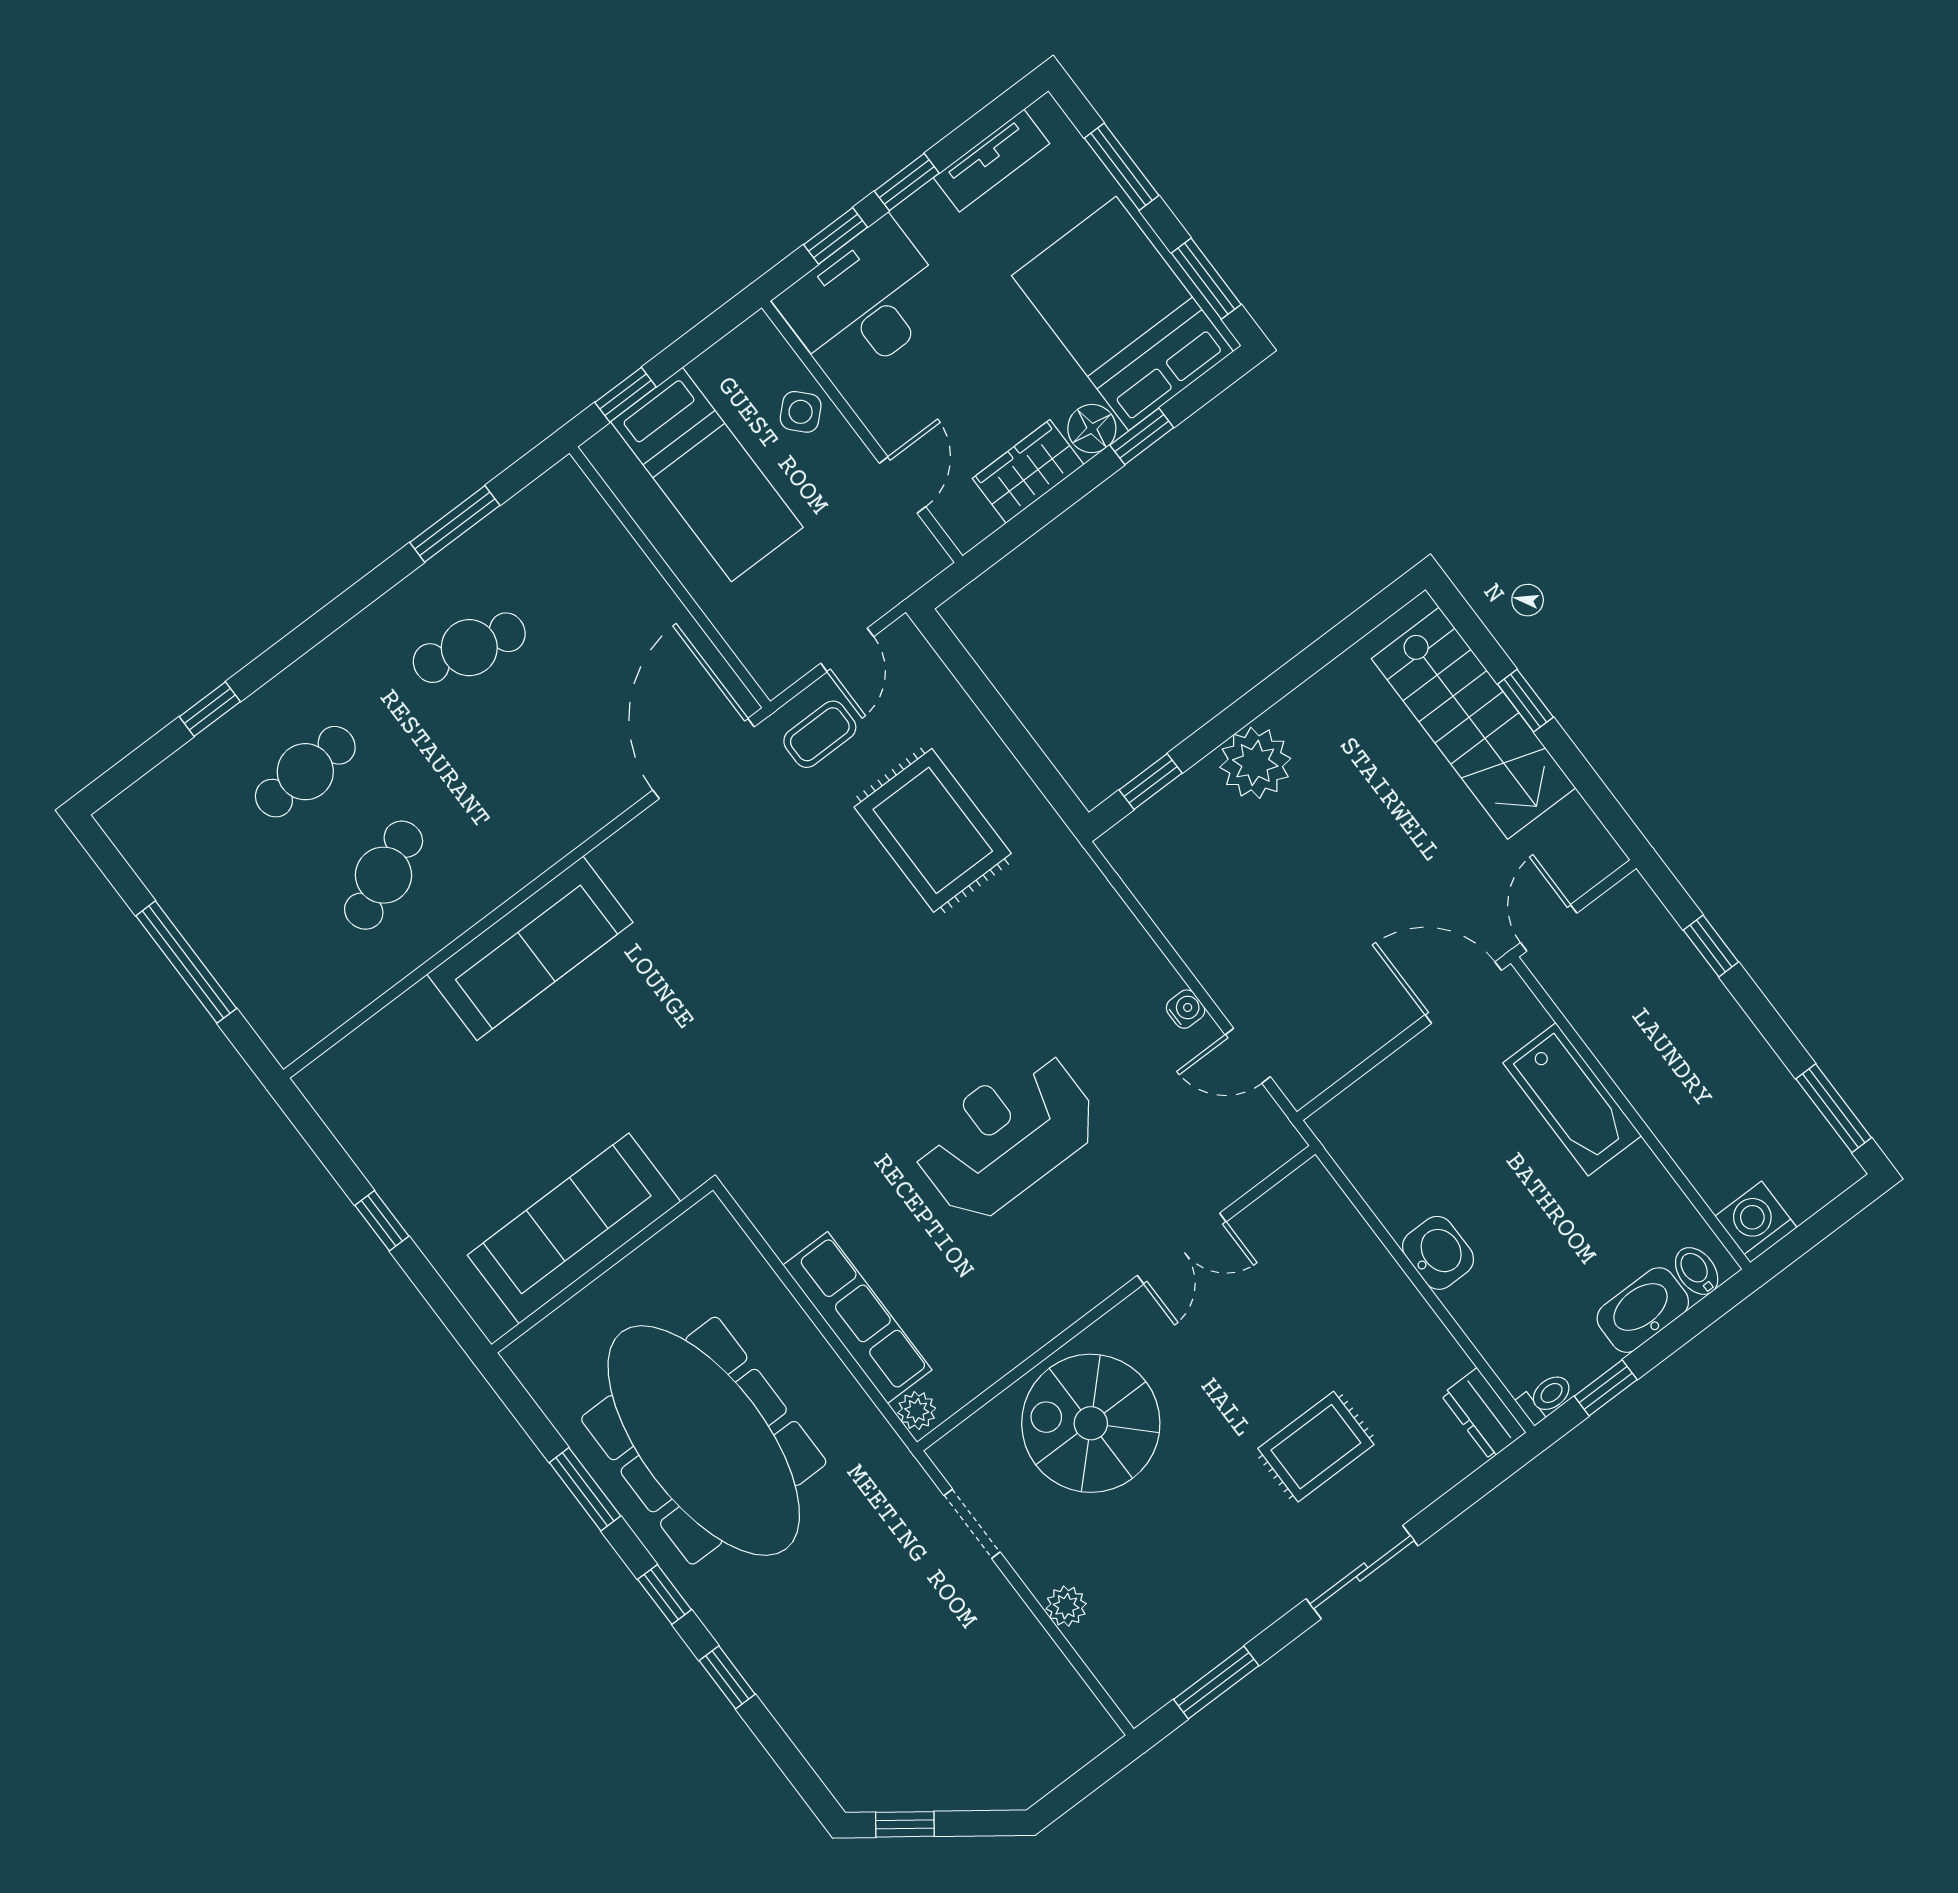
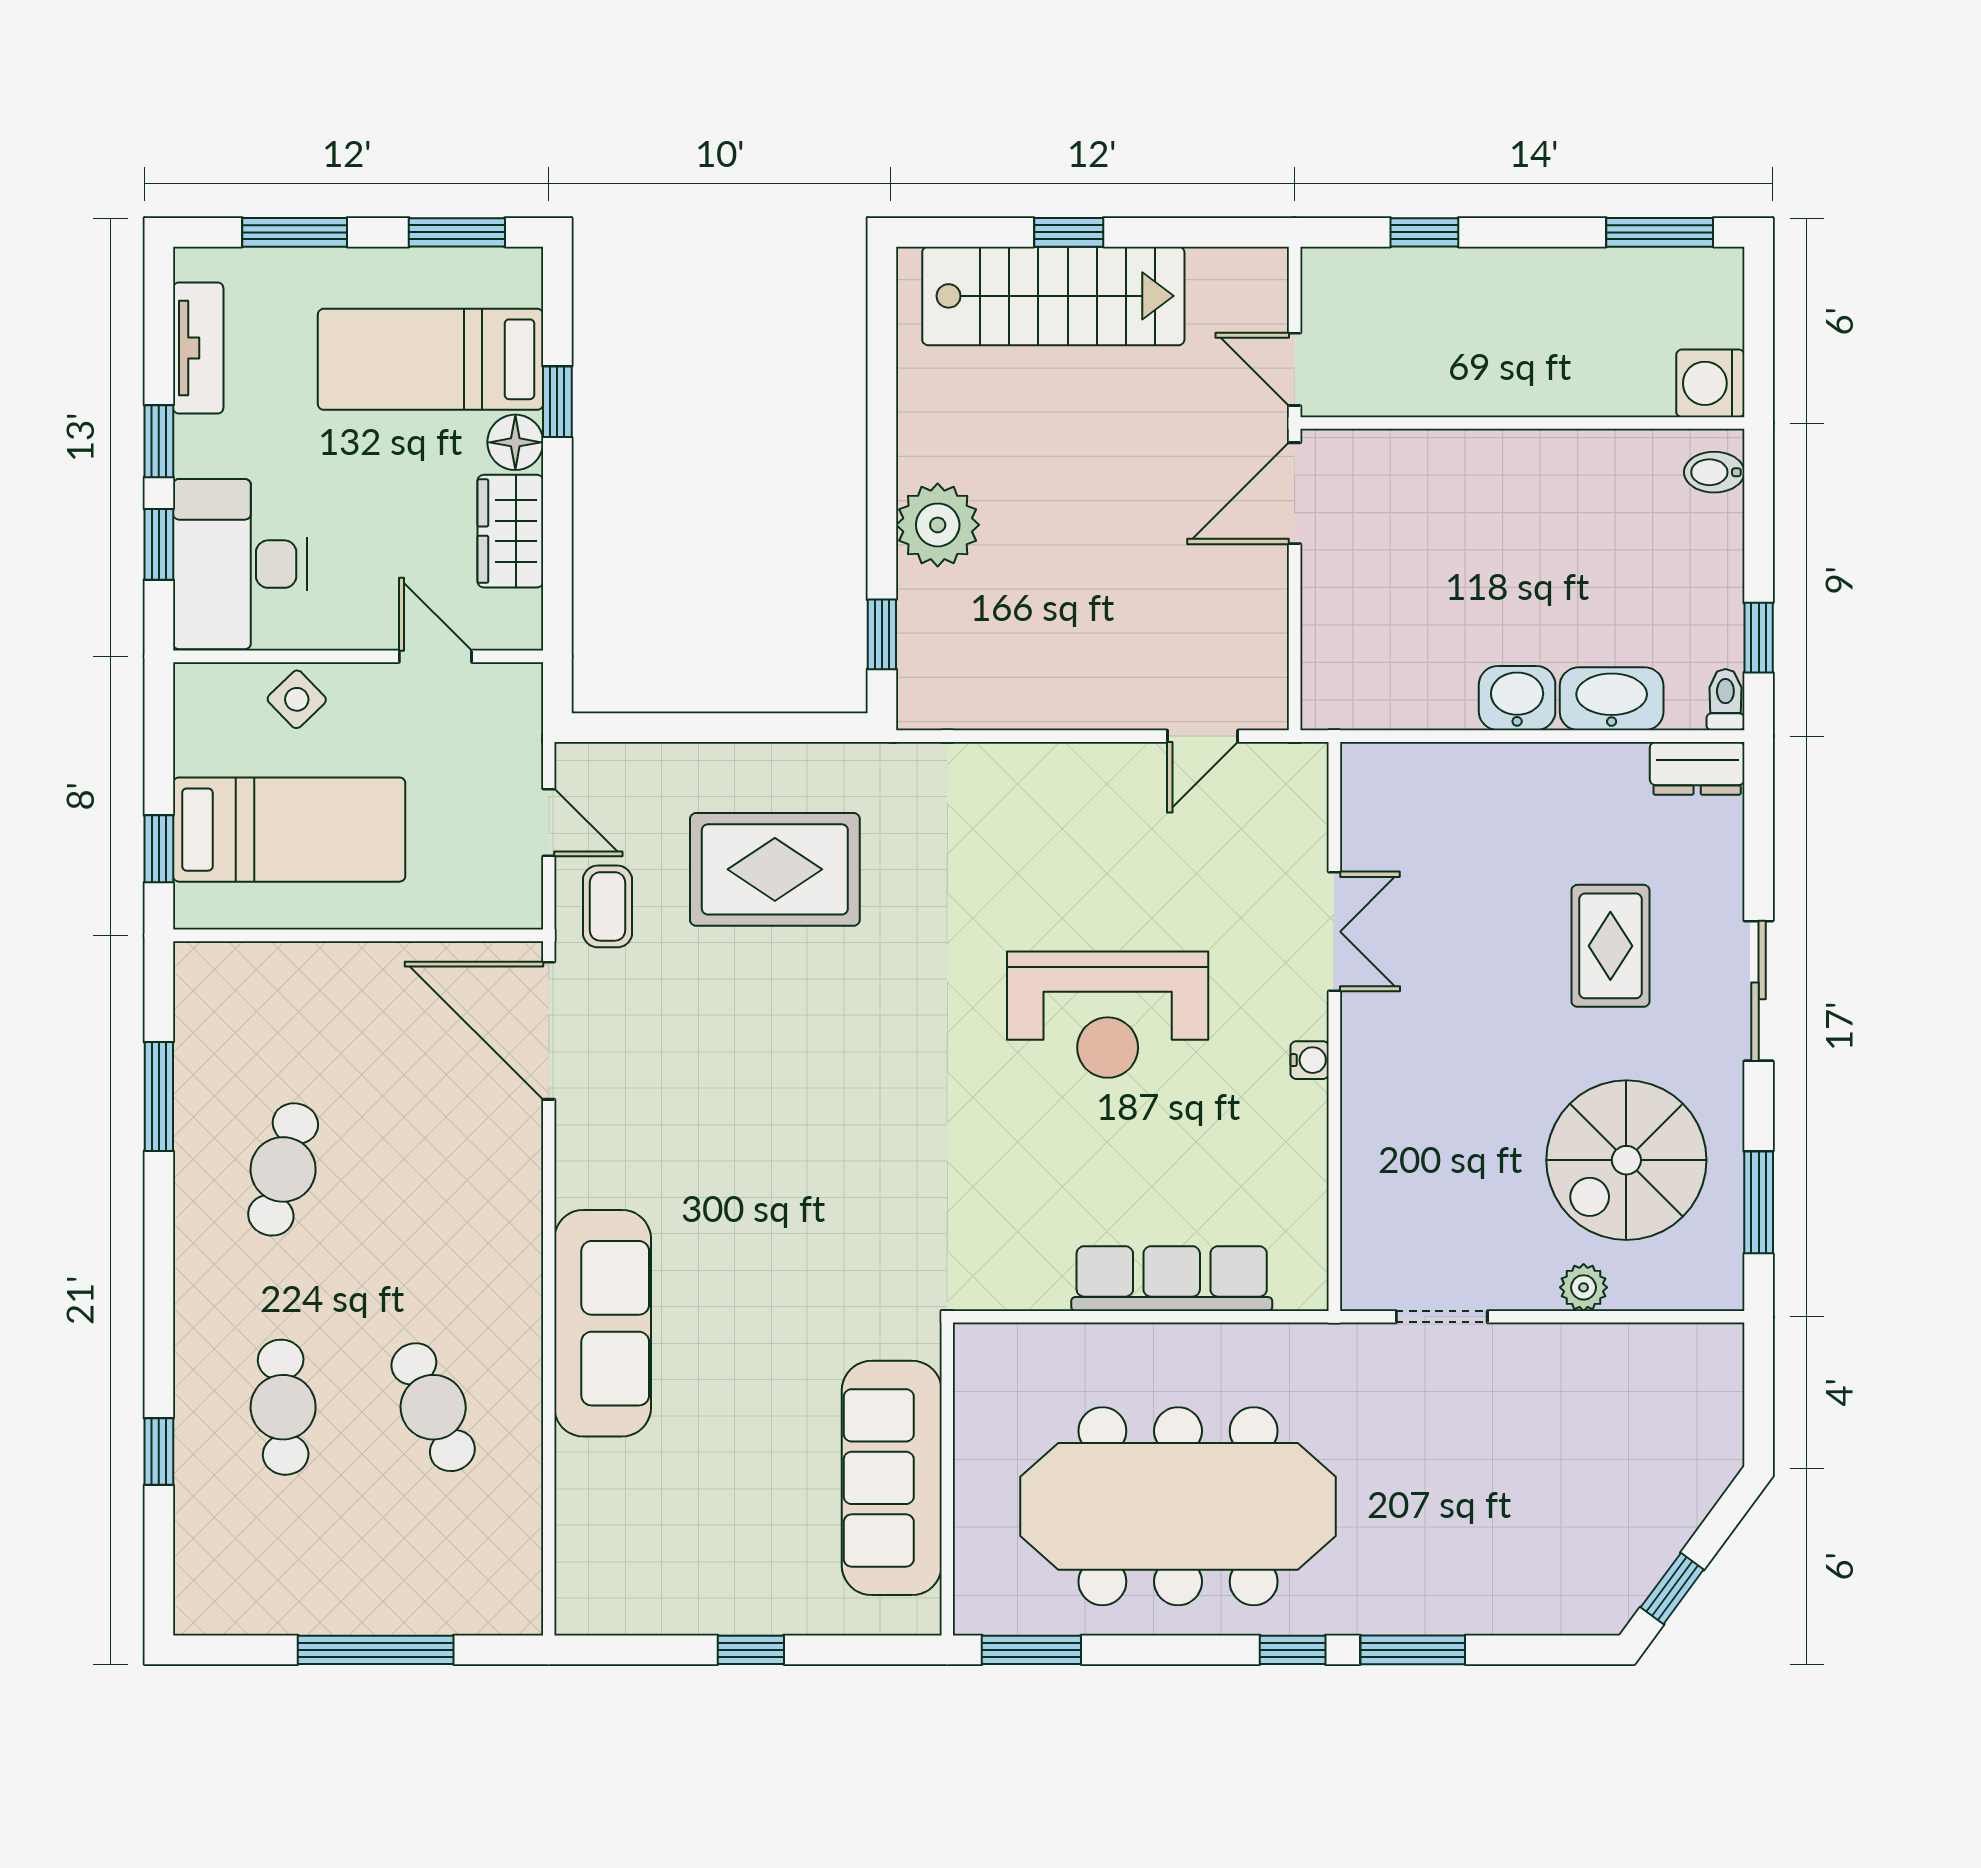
bed: (1122, 314) -> (431, 359), width x0.67
water cooler: (1186, 1009) -> (1310, 1060), moved, turned 90
bathtub: (1572, 1099) -> (1469, 467), removed
reception desk: (1006, 1136) -> (1108, 1015), turned -90
washbasin: (1643, 1310) -> (1612, 699), moved, turned 90
plant: (917, 1411) -> (1299, 1289), removed
spiral stairs: (1091, 1423) -> (1626, 1160), moved
window: (585, 1489) -> (1031, 1650), moved
window: (727, 1677) -> (1413, 1650), width x1.50

